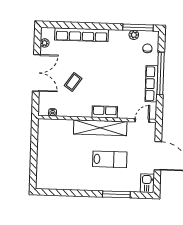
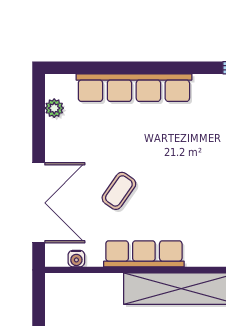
double door: (36, 73) -> (39, 203), moved
row of seats: (105, 112) -> (144, 254), moved, width x1.48

